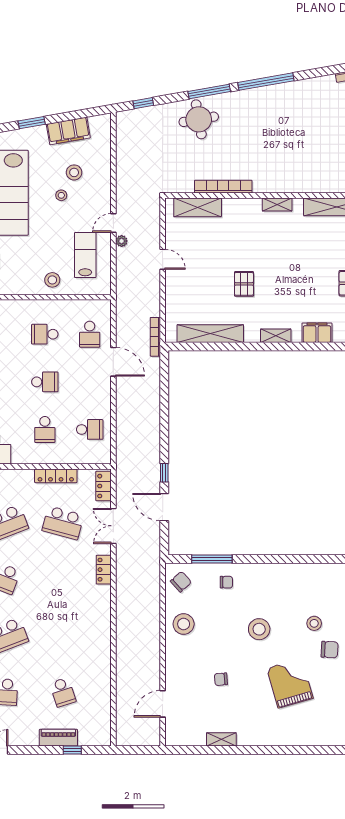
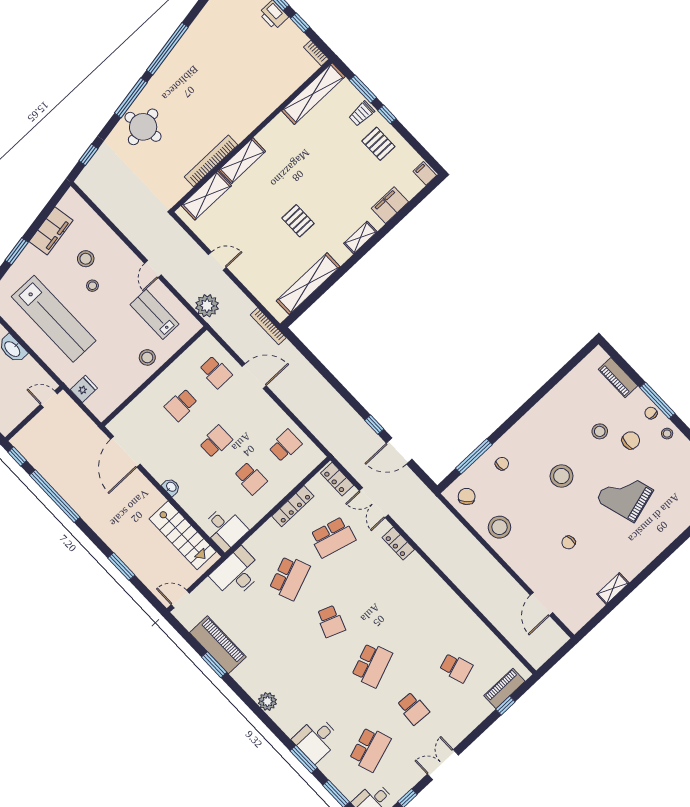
shelving: (277, 204) -> (242, 161), moved, width x1.50, depth x1.33
plant: (122, 241) -> (207, 306), moved, width x1.87, depth x1.87
piano: (58, 738) -> (504, 688), moved

